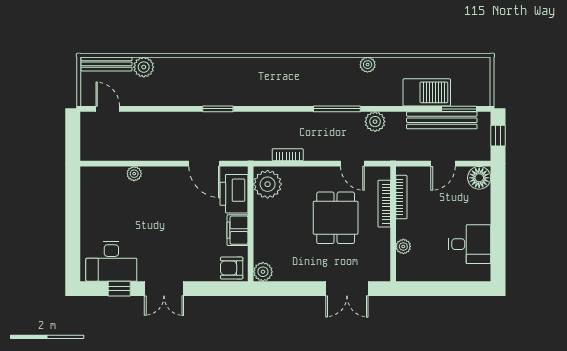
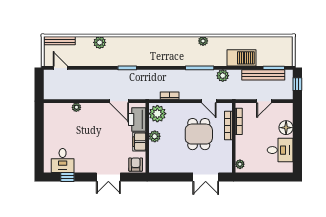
plant: (368, 65) -> (203, 41), moved
plant: (144, 67) -> (100, 42), moved
barbecue: (427, 92) -> (242, 58), moved
floor lamp: (479, 178) -> (286, 128), moved
plant: (403, 246) -> (240, 164), moved
desk: (111, 261) -> (63, 161), width x0.73
armchair: (232, 268) -> (136, 165), turned 90
plant: (263, 272) -> (155, 136), moved
double door: (164, 289) -> (108, 177), moved

